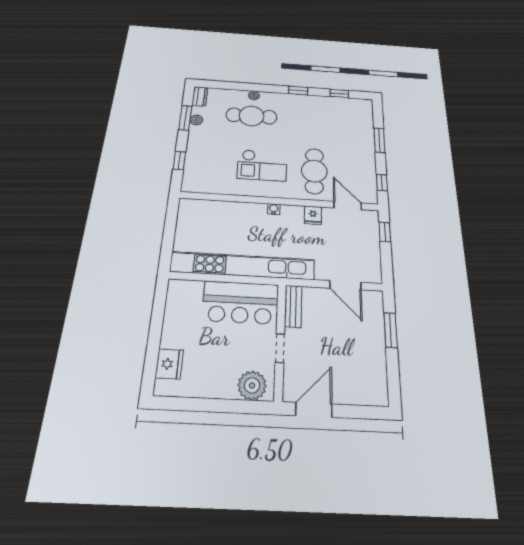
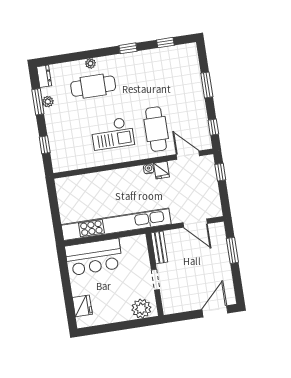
water cooler: (274, 209) -> (149, 169), moved
bar counter: (241, 302) -> (94, 257), moved
door: (314, 410) -> (215, 311), moved

